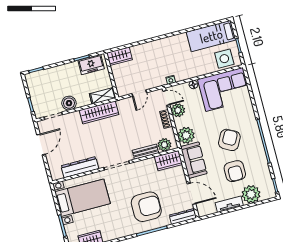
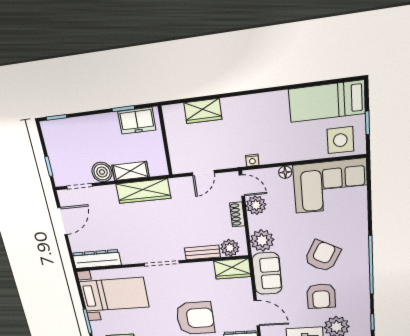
wardrobe: (119, 56) -> (203, 111), moved
shelving: (103, 96) -> (130, 171), moved
dresser: (80, 167) -> (97, 259), moved

